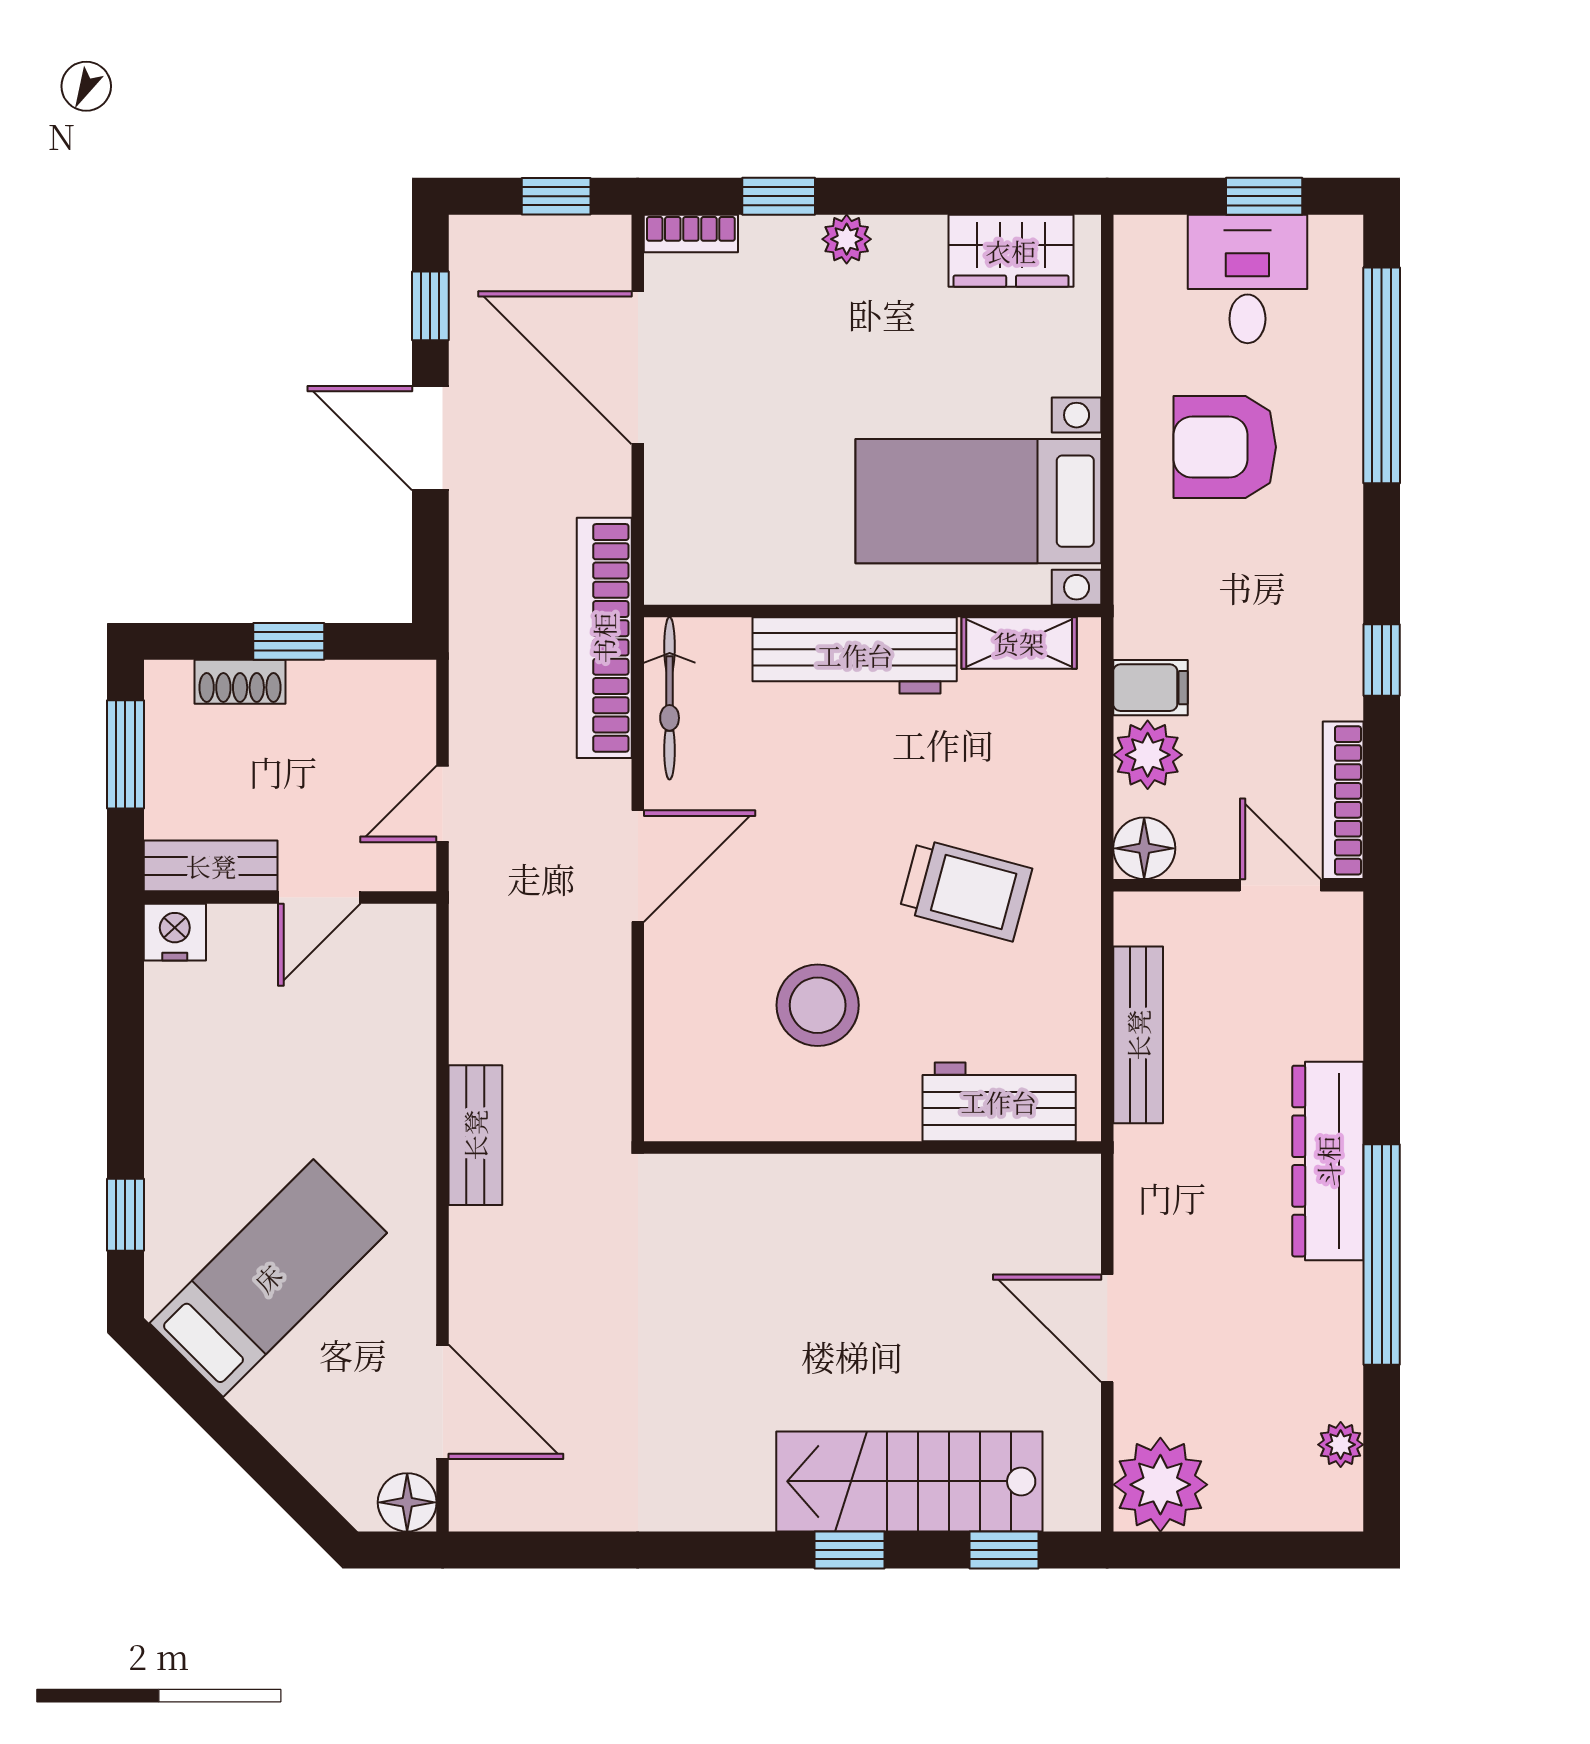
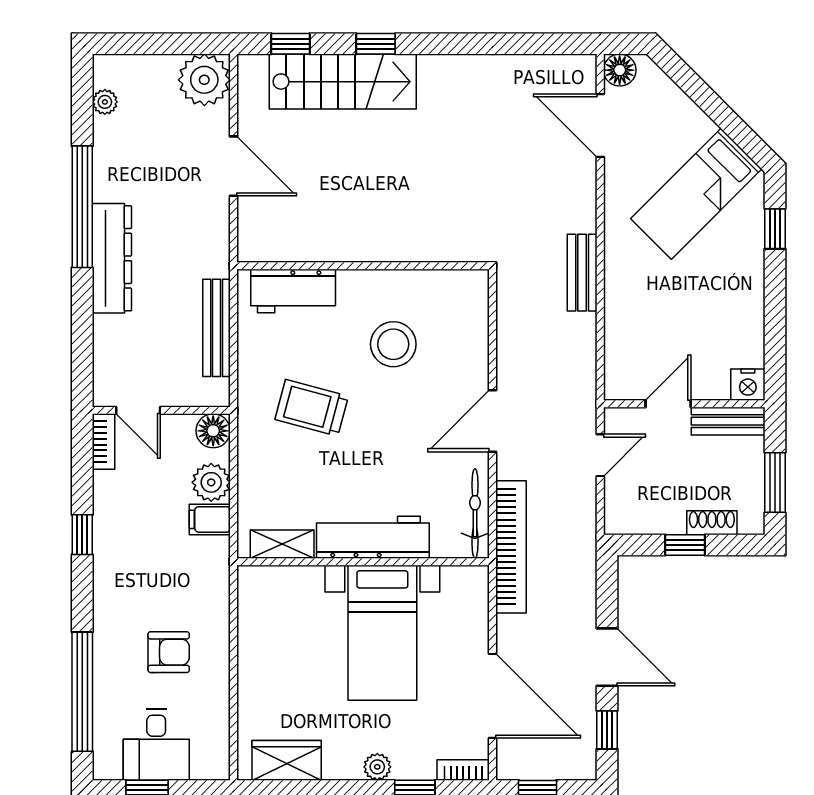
armchair: (1225, 447) -> (169, 652), width x0.72, depth x0.72
bed with nightstands: (978, 501) -> (382, 633), moved, turned 90
bookcase: (1343, 800) -> (103, 442), width x0.64

